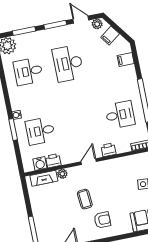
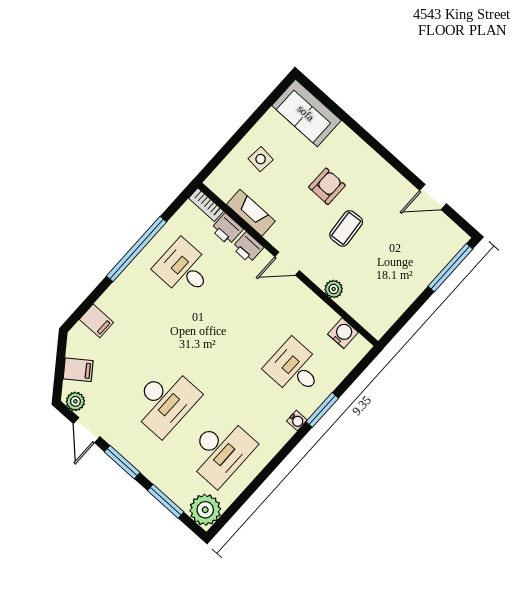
desk: (28, 71) -> (220, 451), width x1.37
desk: (40, 131) -> (295, 368), turned 180
printer: (53, 161) -> (227, 229), moved
fireplace: (44, 178) -> (251, 213), moved
armchair: (102, 220) -> (327, 186), moved, turned 90

